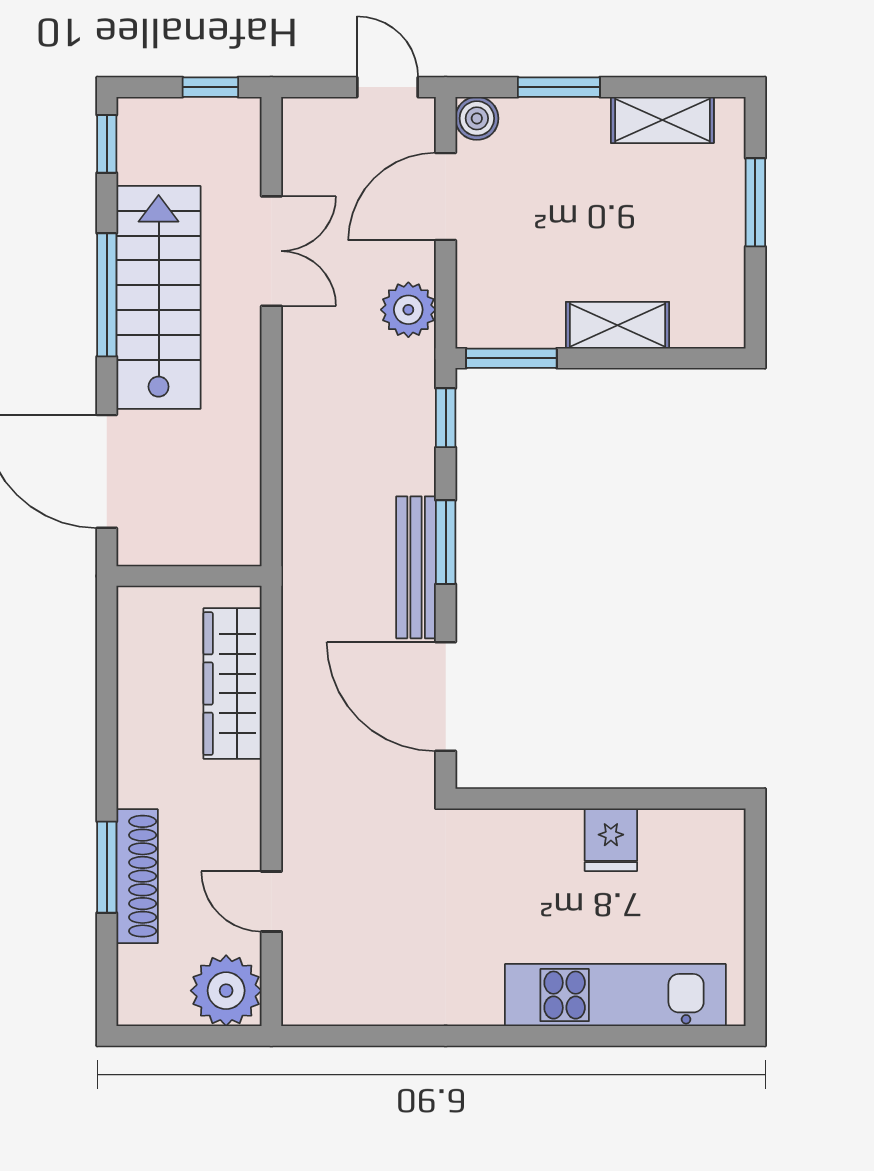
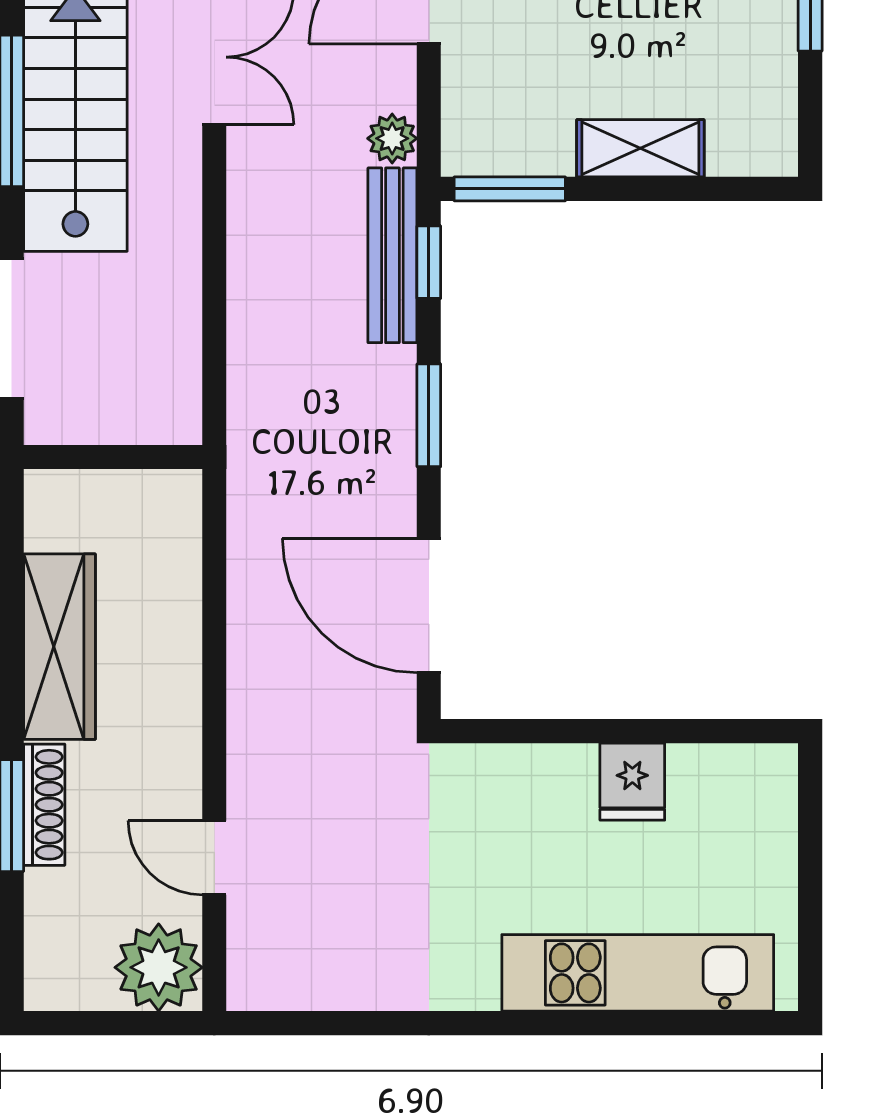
plant: (408, 310) -> (392, 138), width x0.73, depth x0.73
bench: (416, 567) -> (392, 255), moved
wardrobe: (233, 684) -> (59, 647), moved, turned 180
shoe rack: (137, 876) -> (44, 805), width x0.74, depth x0.81

